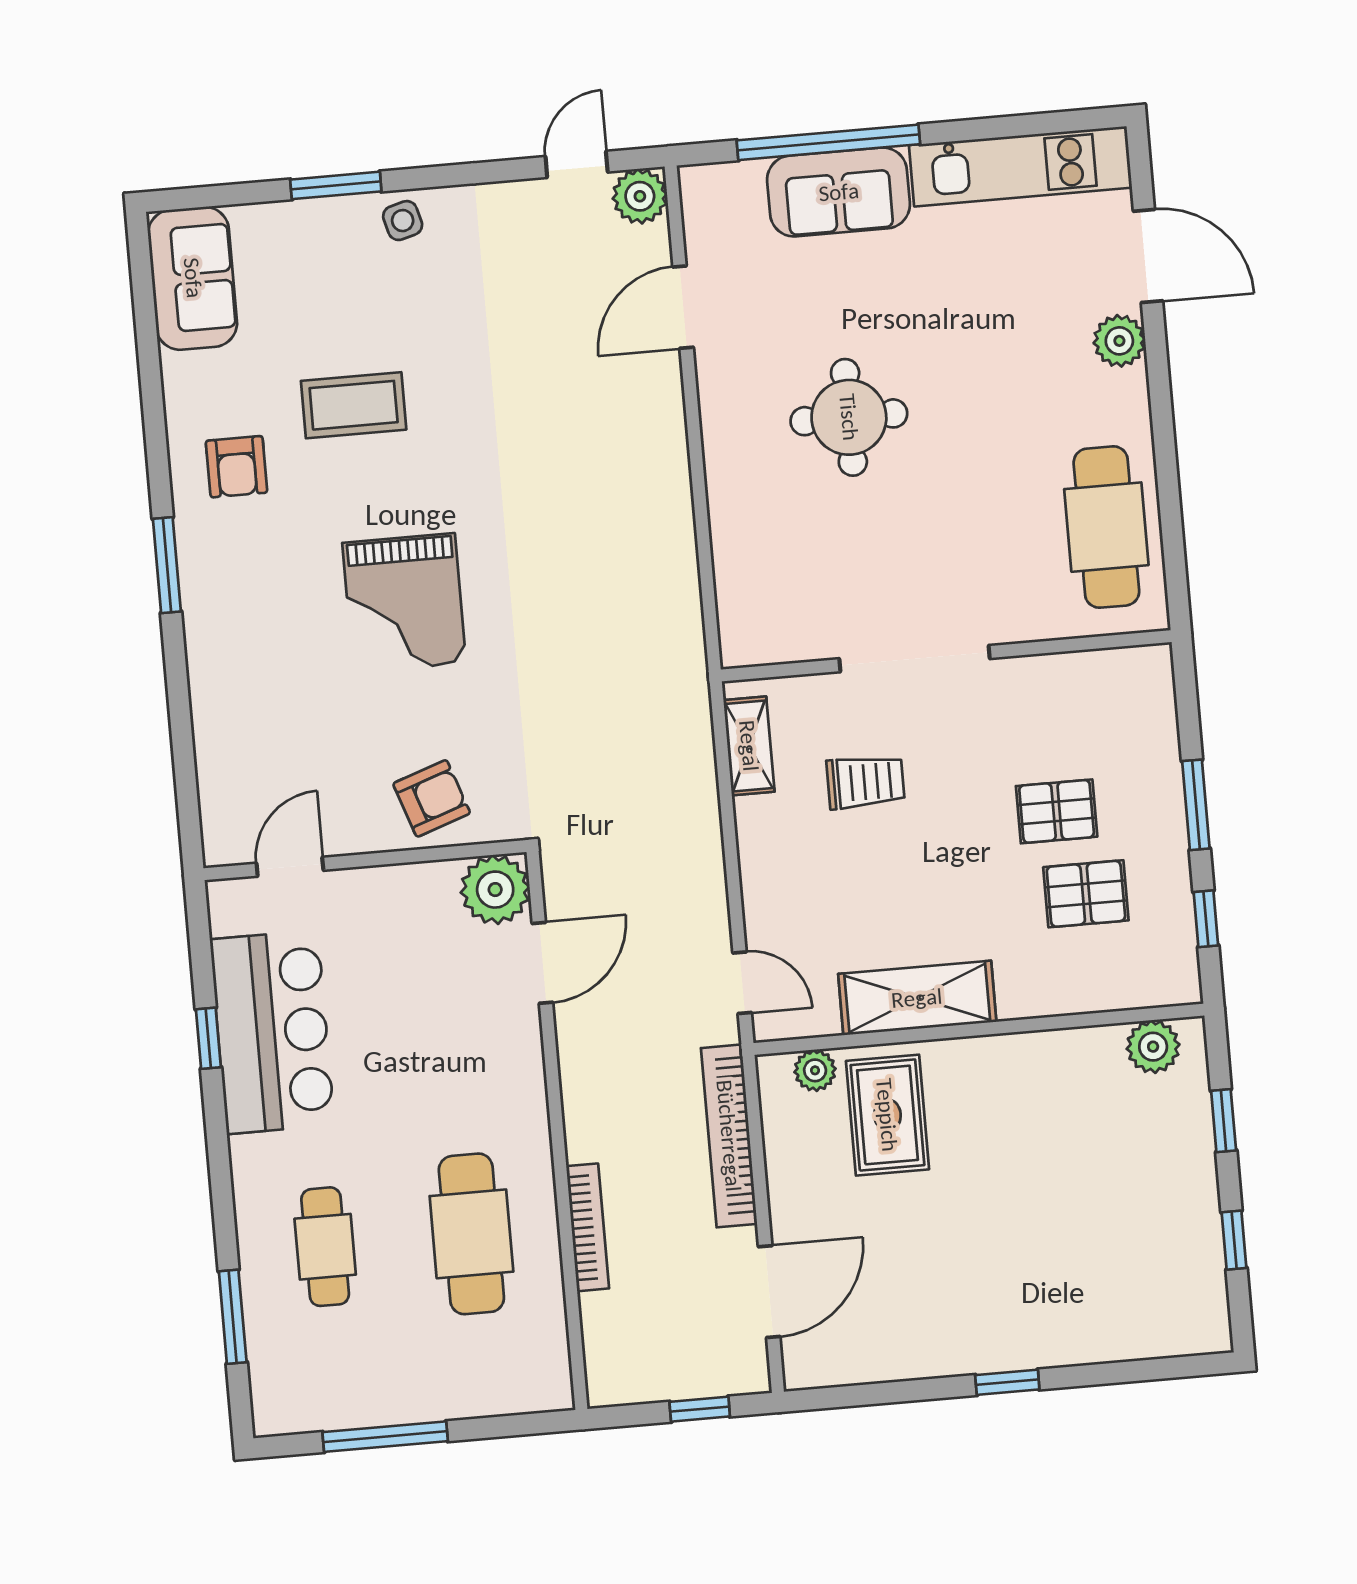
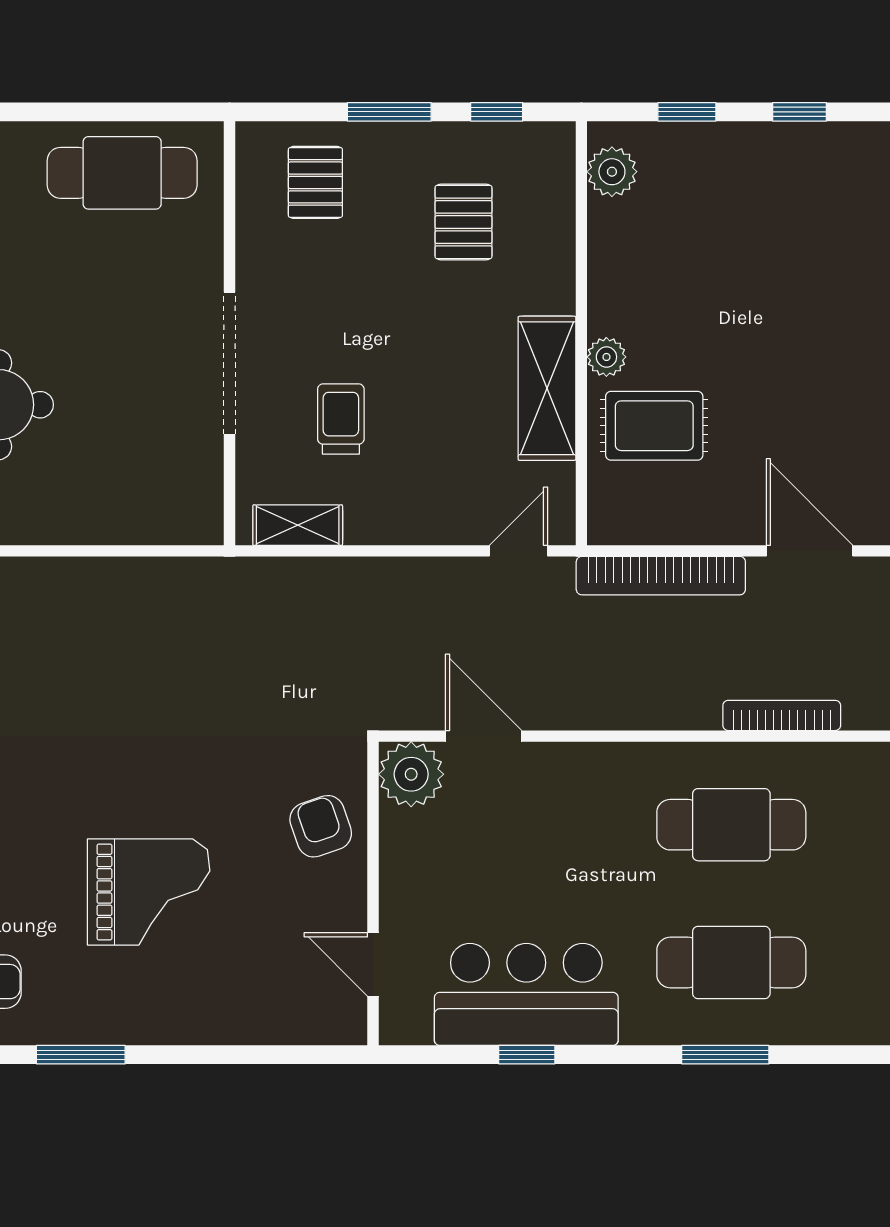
grand piano: (404, 603) -> (149, 892), moved
pallet: (1057, 811) -> (315, 182), moved
plant: (815, 1070) -> (606, 357), moved
bookcase: (588, 1227) -> (782, 715), moved
cafe table: (325, 1247) -> (731, 962), width x1.37, depth x1.35
window: (233, 1317) -> (725, 1055), moved

